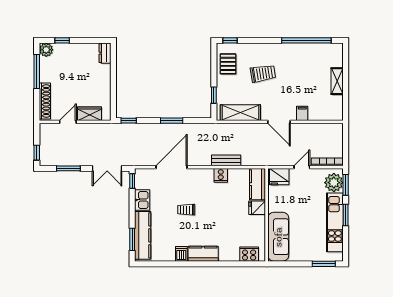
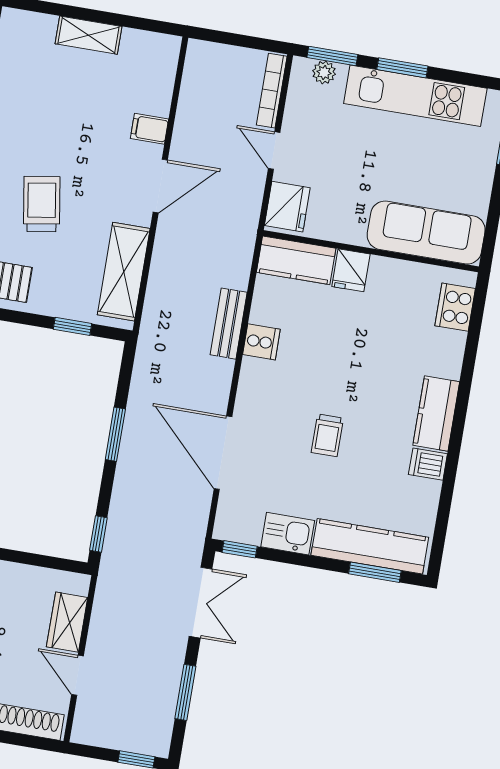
plant: (334, 183) -> (324, 72), width x0.53, depth x0.53

